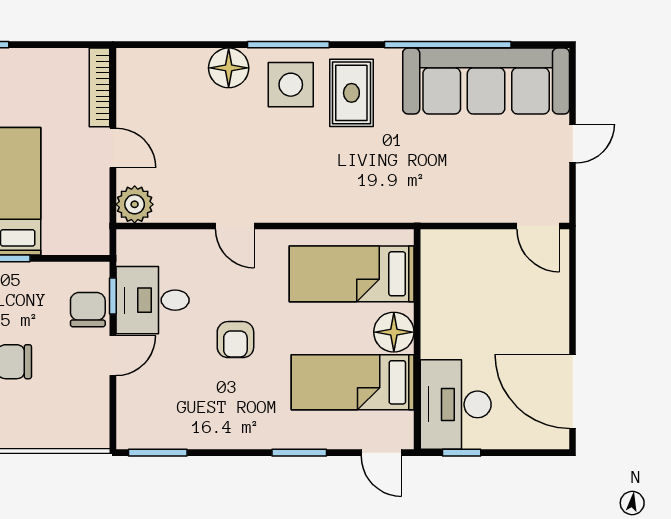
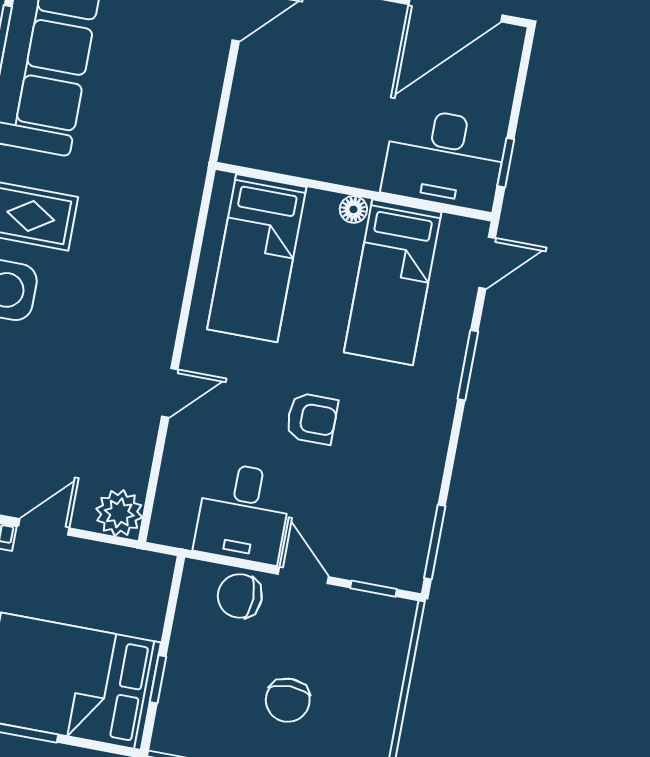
window: (113, 296) -> (373, 589), moved
floor lamp: (394, 332) -> (353, 209), width x0.53, depth x0.53

